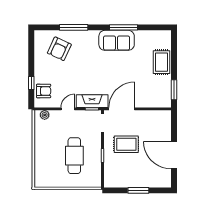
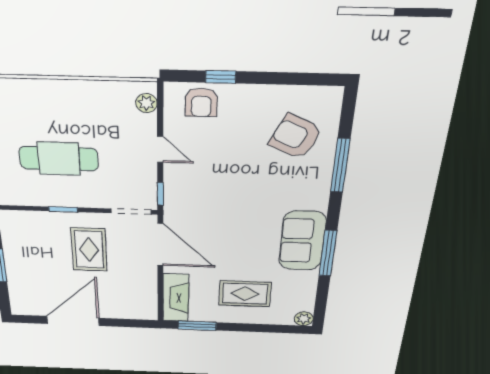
plant: (166, 35) -> (304, 319), added
rug: (161, 62) -> (245, 294), moved
fireplace: (92, 101) -> (176, 298), moved

